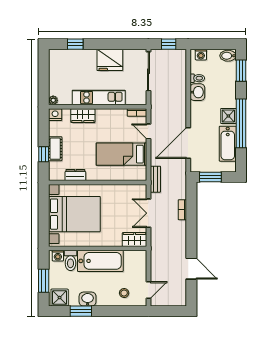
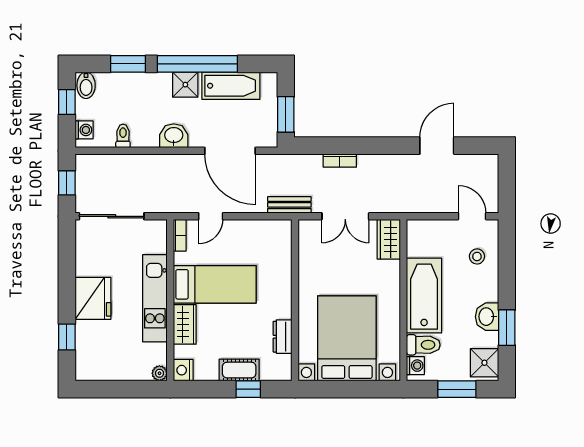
window: (218, 44) -> (67, 102), added
fridge: (110, 60) -> (93, 298), moved
window: (241, 71) -> (128, 64), moved
washbasin: (197, 92) -> (174, 136), moved
bed: (121, 154) -> (215, 284), moved, turned -90

